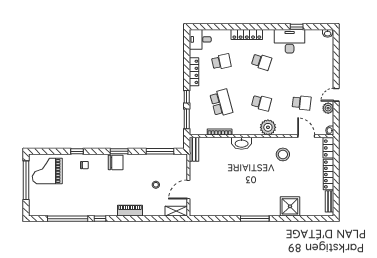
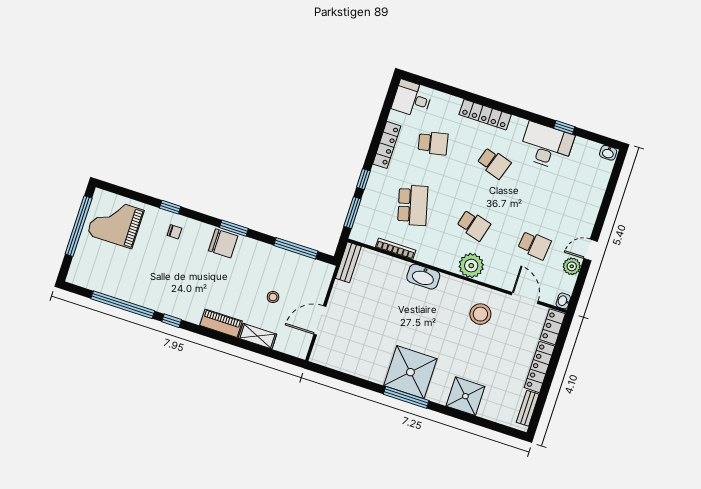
shower: (252, 203) -> (410, 372), added
shelving: (176, 211) -> (257, 336), moved

